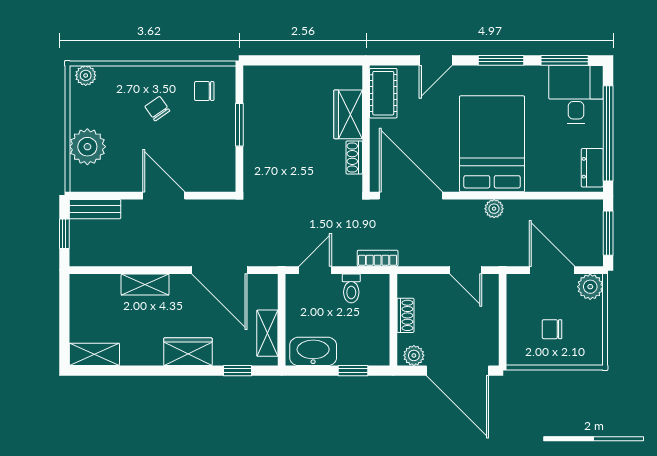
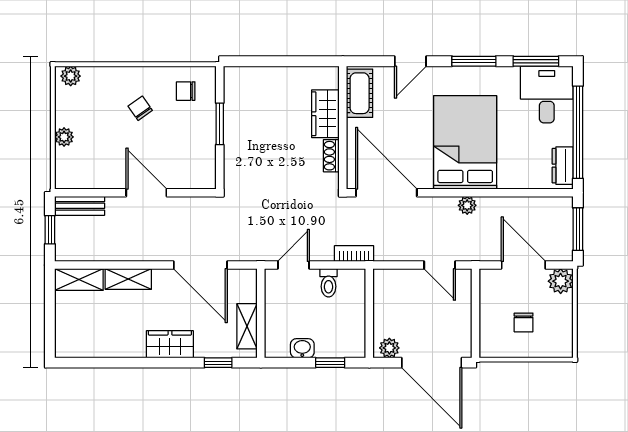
plant: (87, 147) -> (64, 137), width x0.53, depth x0.53
shoe rack: (405, 315) -> (381, 309), removed
chair: (552, 329) -> (524, 322), turned -90
washbasin: (313, 351) -> (302, 348), width x0.52, depth x0.69
shelving: (94, 354) -> (79, 280), moved

